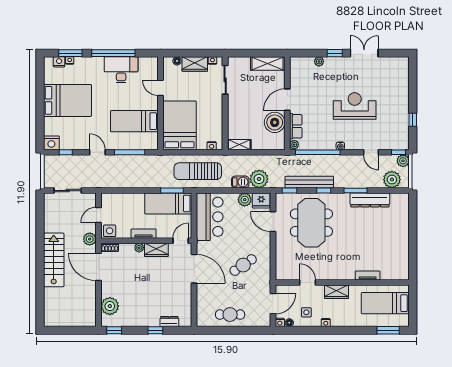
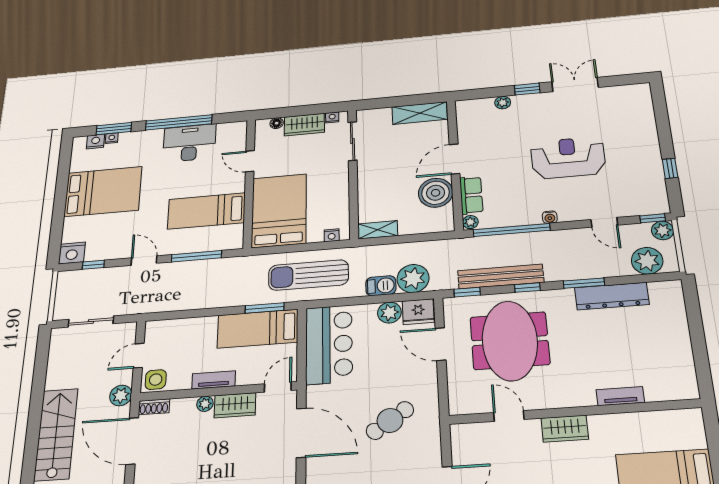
tv unit: (368, 275) -> (620, 396), moved
door: (308, 283) -> (509, 416), moved
wall: (342, 283) -> (574, 412), moved
wardrobe: (337, 292) -> (565, 429), moved

